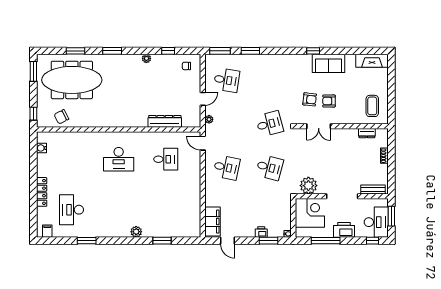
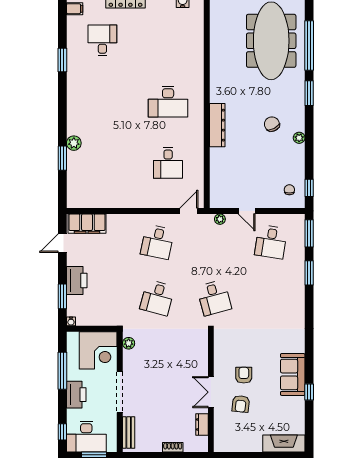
window: (75, 51) -> (309, 46), width x2.11
window: (168, 51) -> (309, 188), moved
window: (313, 51) -> (309, 392), moved
fireplace: (372, 61) -> (284, 443), moved, turned 90
armchair: (310, 99) -> (241, 404), moved
coffee table: (372, 106) -> (237, 431), removed
chair: (61, 117) -> (272, 124), moved
dresser: (165, 121) -> (217, 125), moved
double door: (319, 126) -> (211, 392), moved
desk: (119, 159) -> (168, 102), turned -90
plant: (308, 186) -> (129, 343), width x0.53, depth x0.53
desk: (72, 210) -> (102, 40), width x0.73
plant: (136, 232) -> (74, 143), moved
printer: (261, 232) -> (77, 280), width x1.87, depth x1.48

